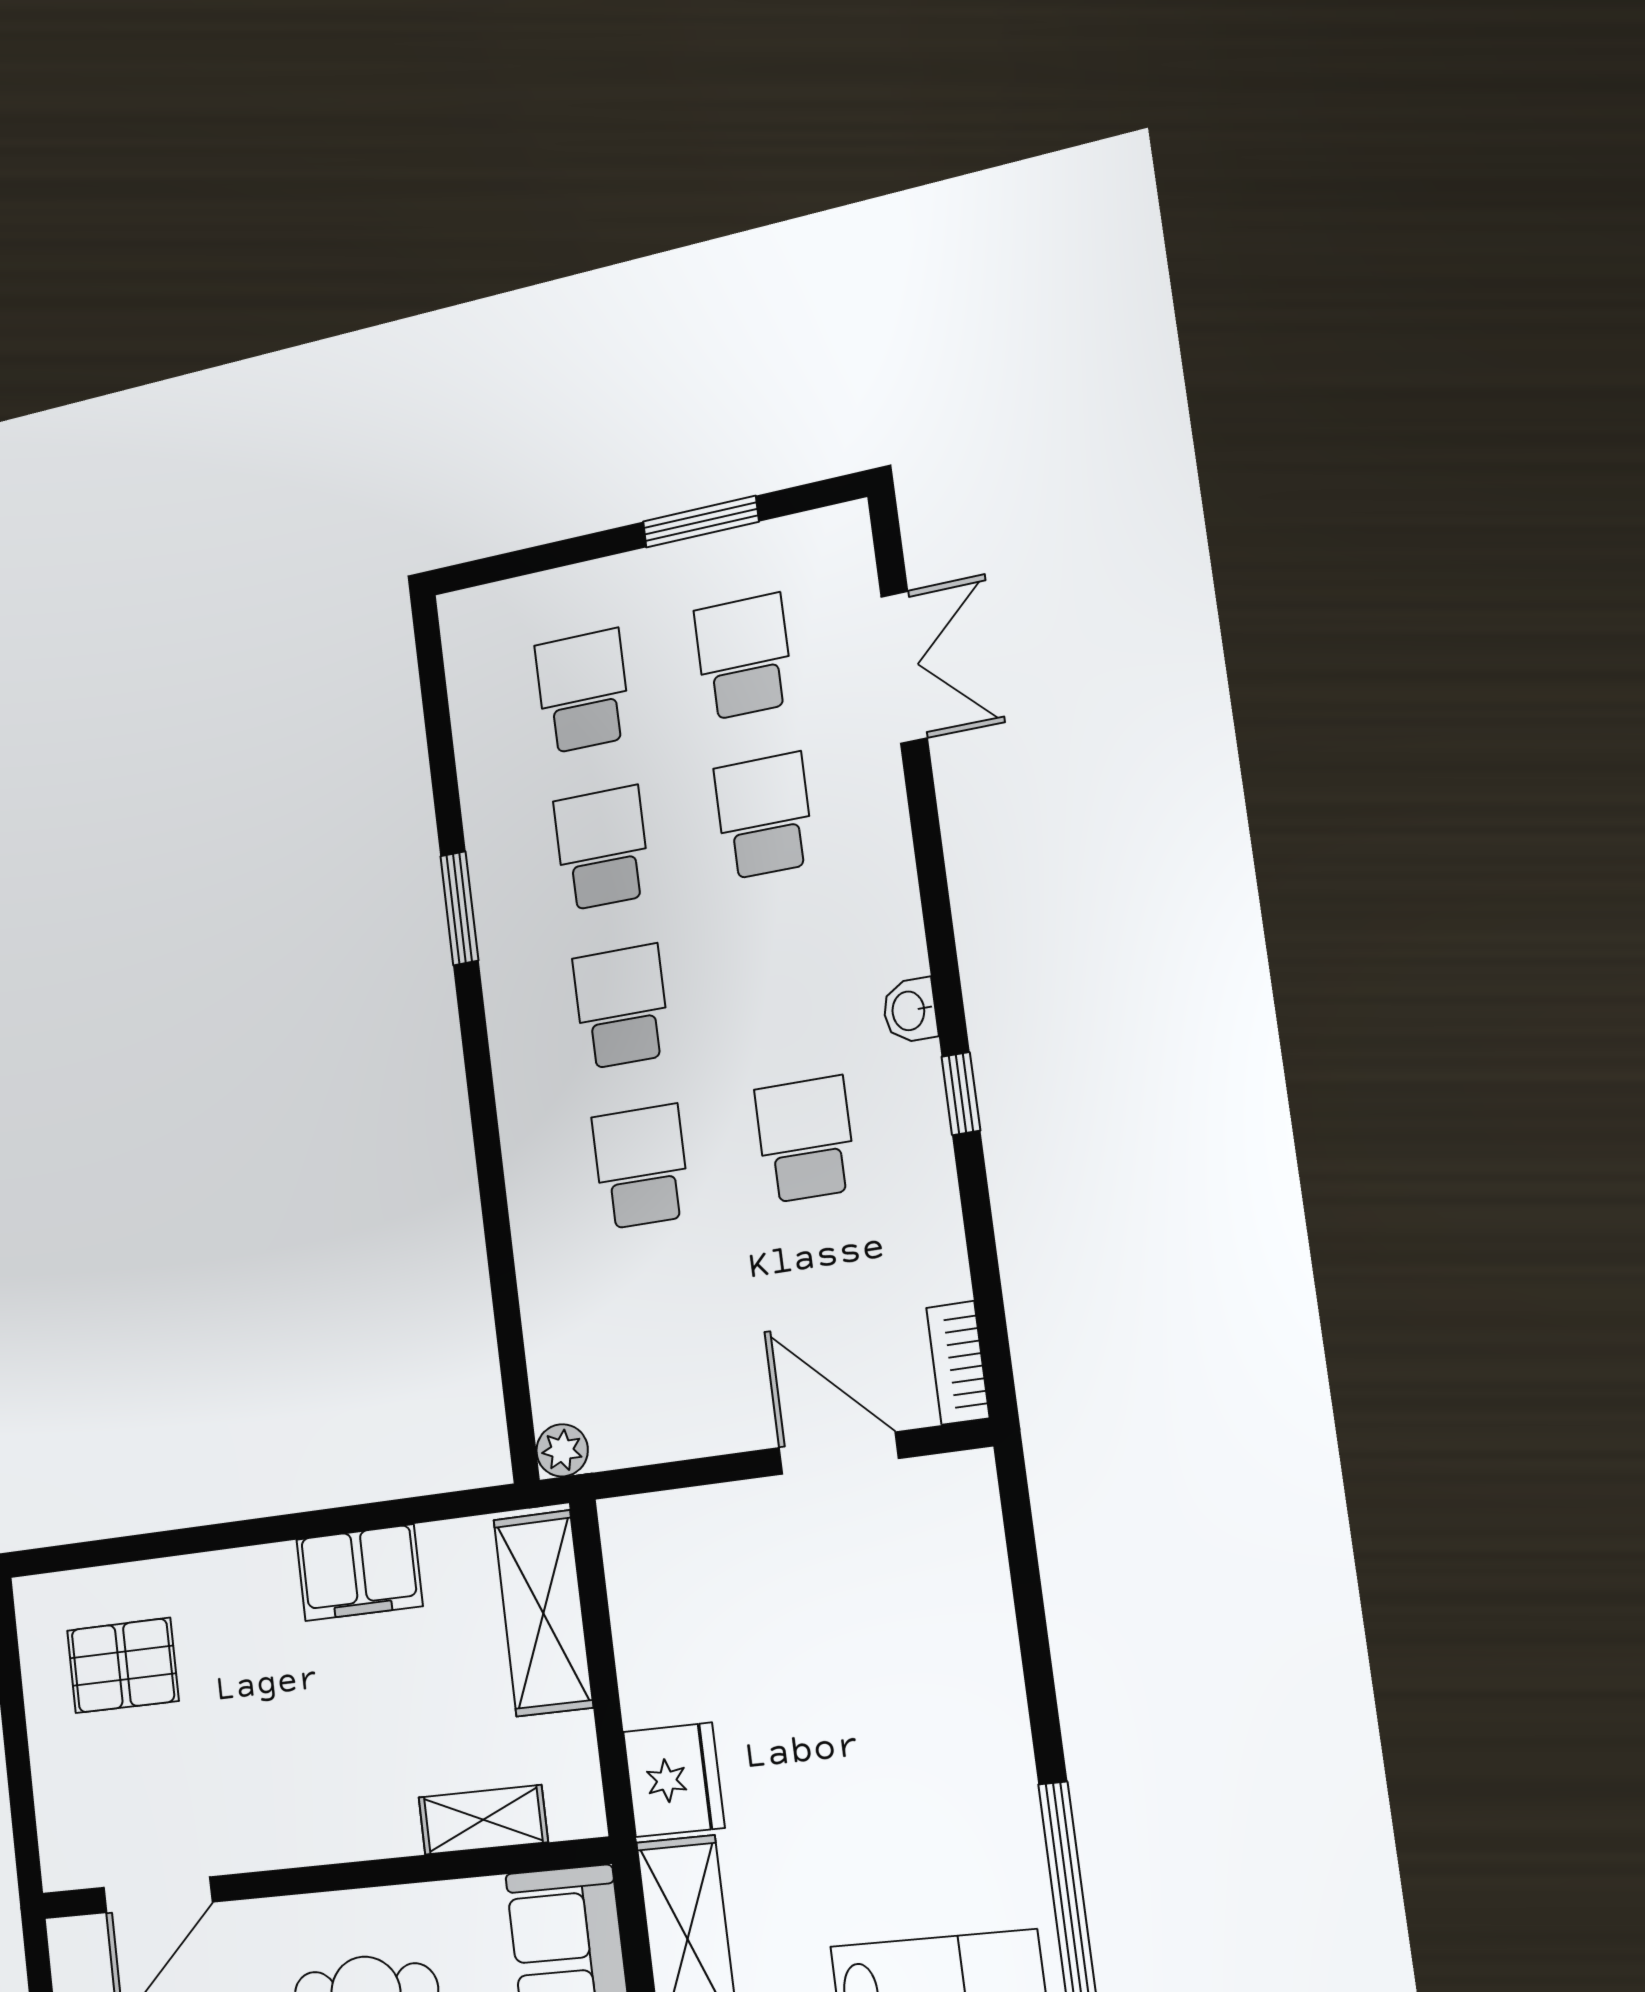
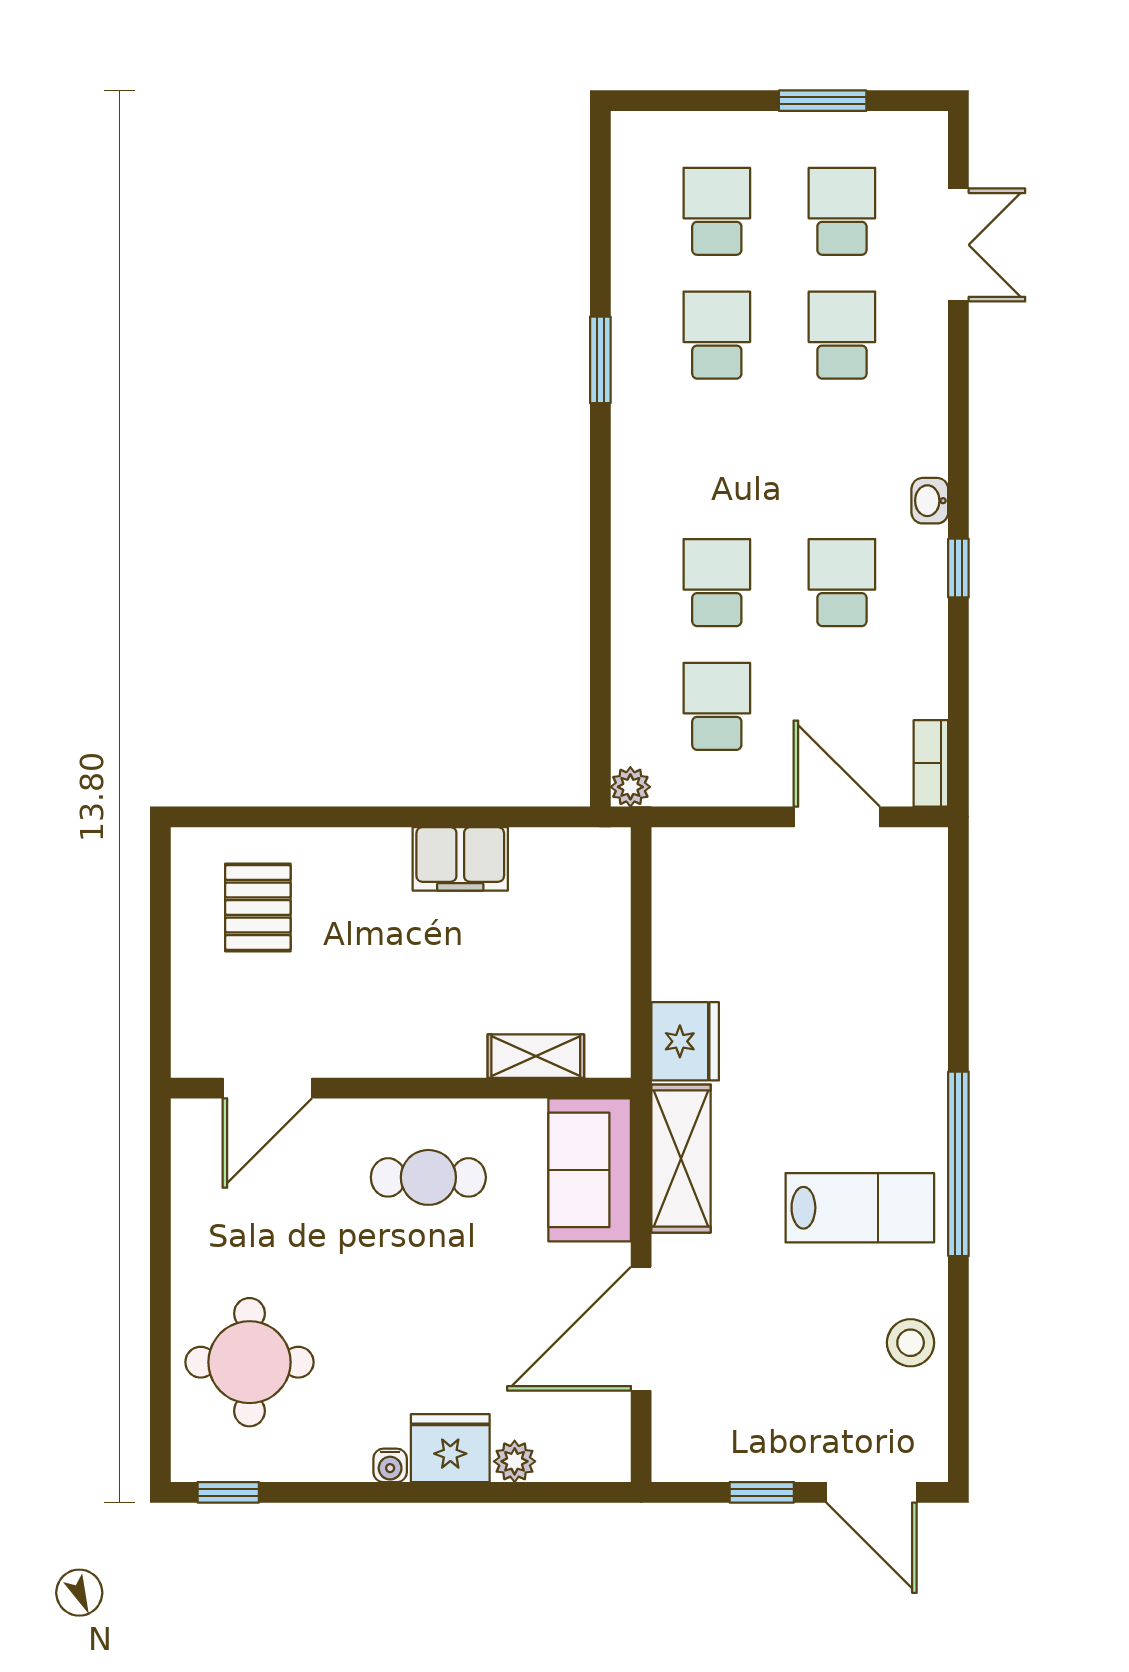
school desk: (621, 1006) -> (717, 706), moved
shelving: (543, 1613) -> (601, 907), removed
pallet: (123, 1666) -> (258, 908), turned 90

